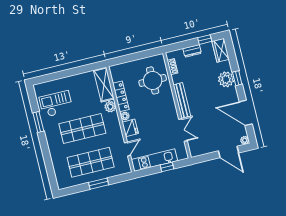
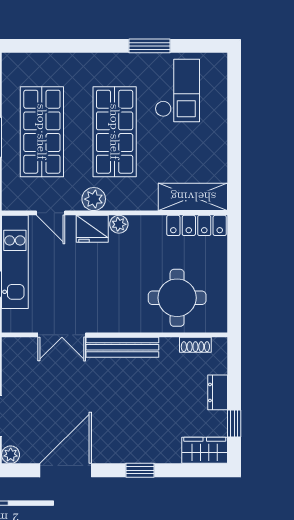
plant: (226, 79) -> (143, 447), removed
locker: (121, 96) -> (197, 225), moved
plant: (110, 107) -> (94, 199), moved

